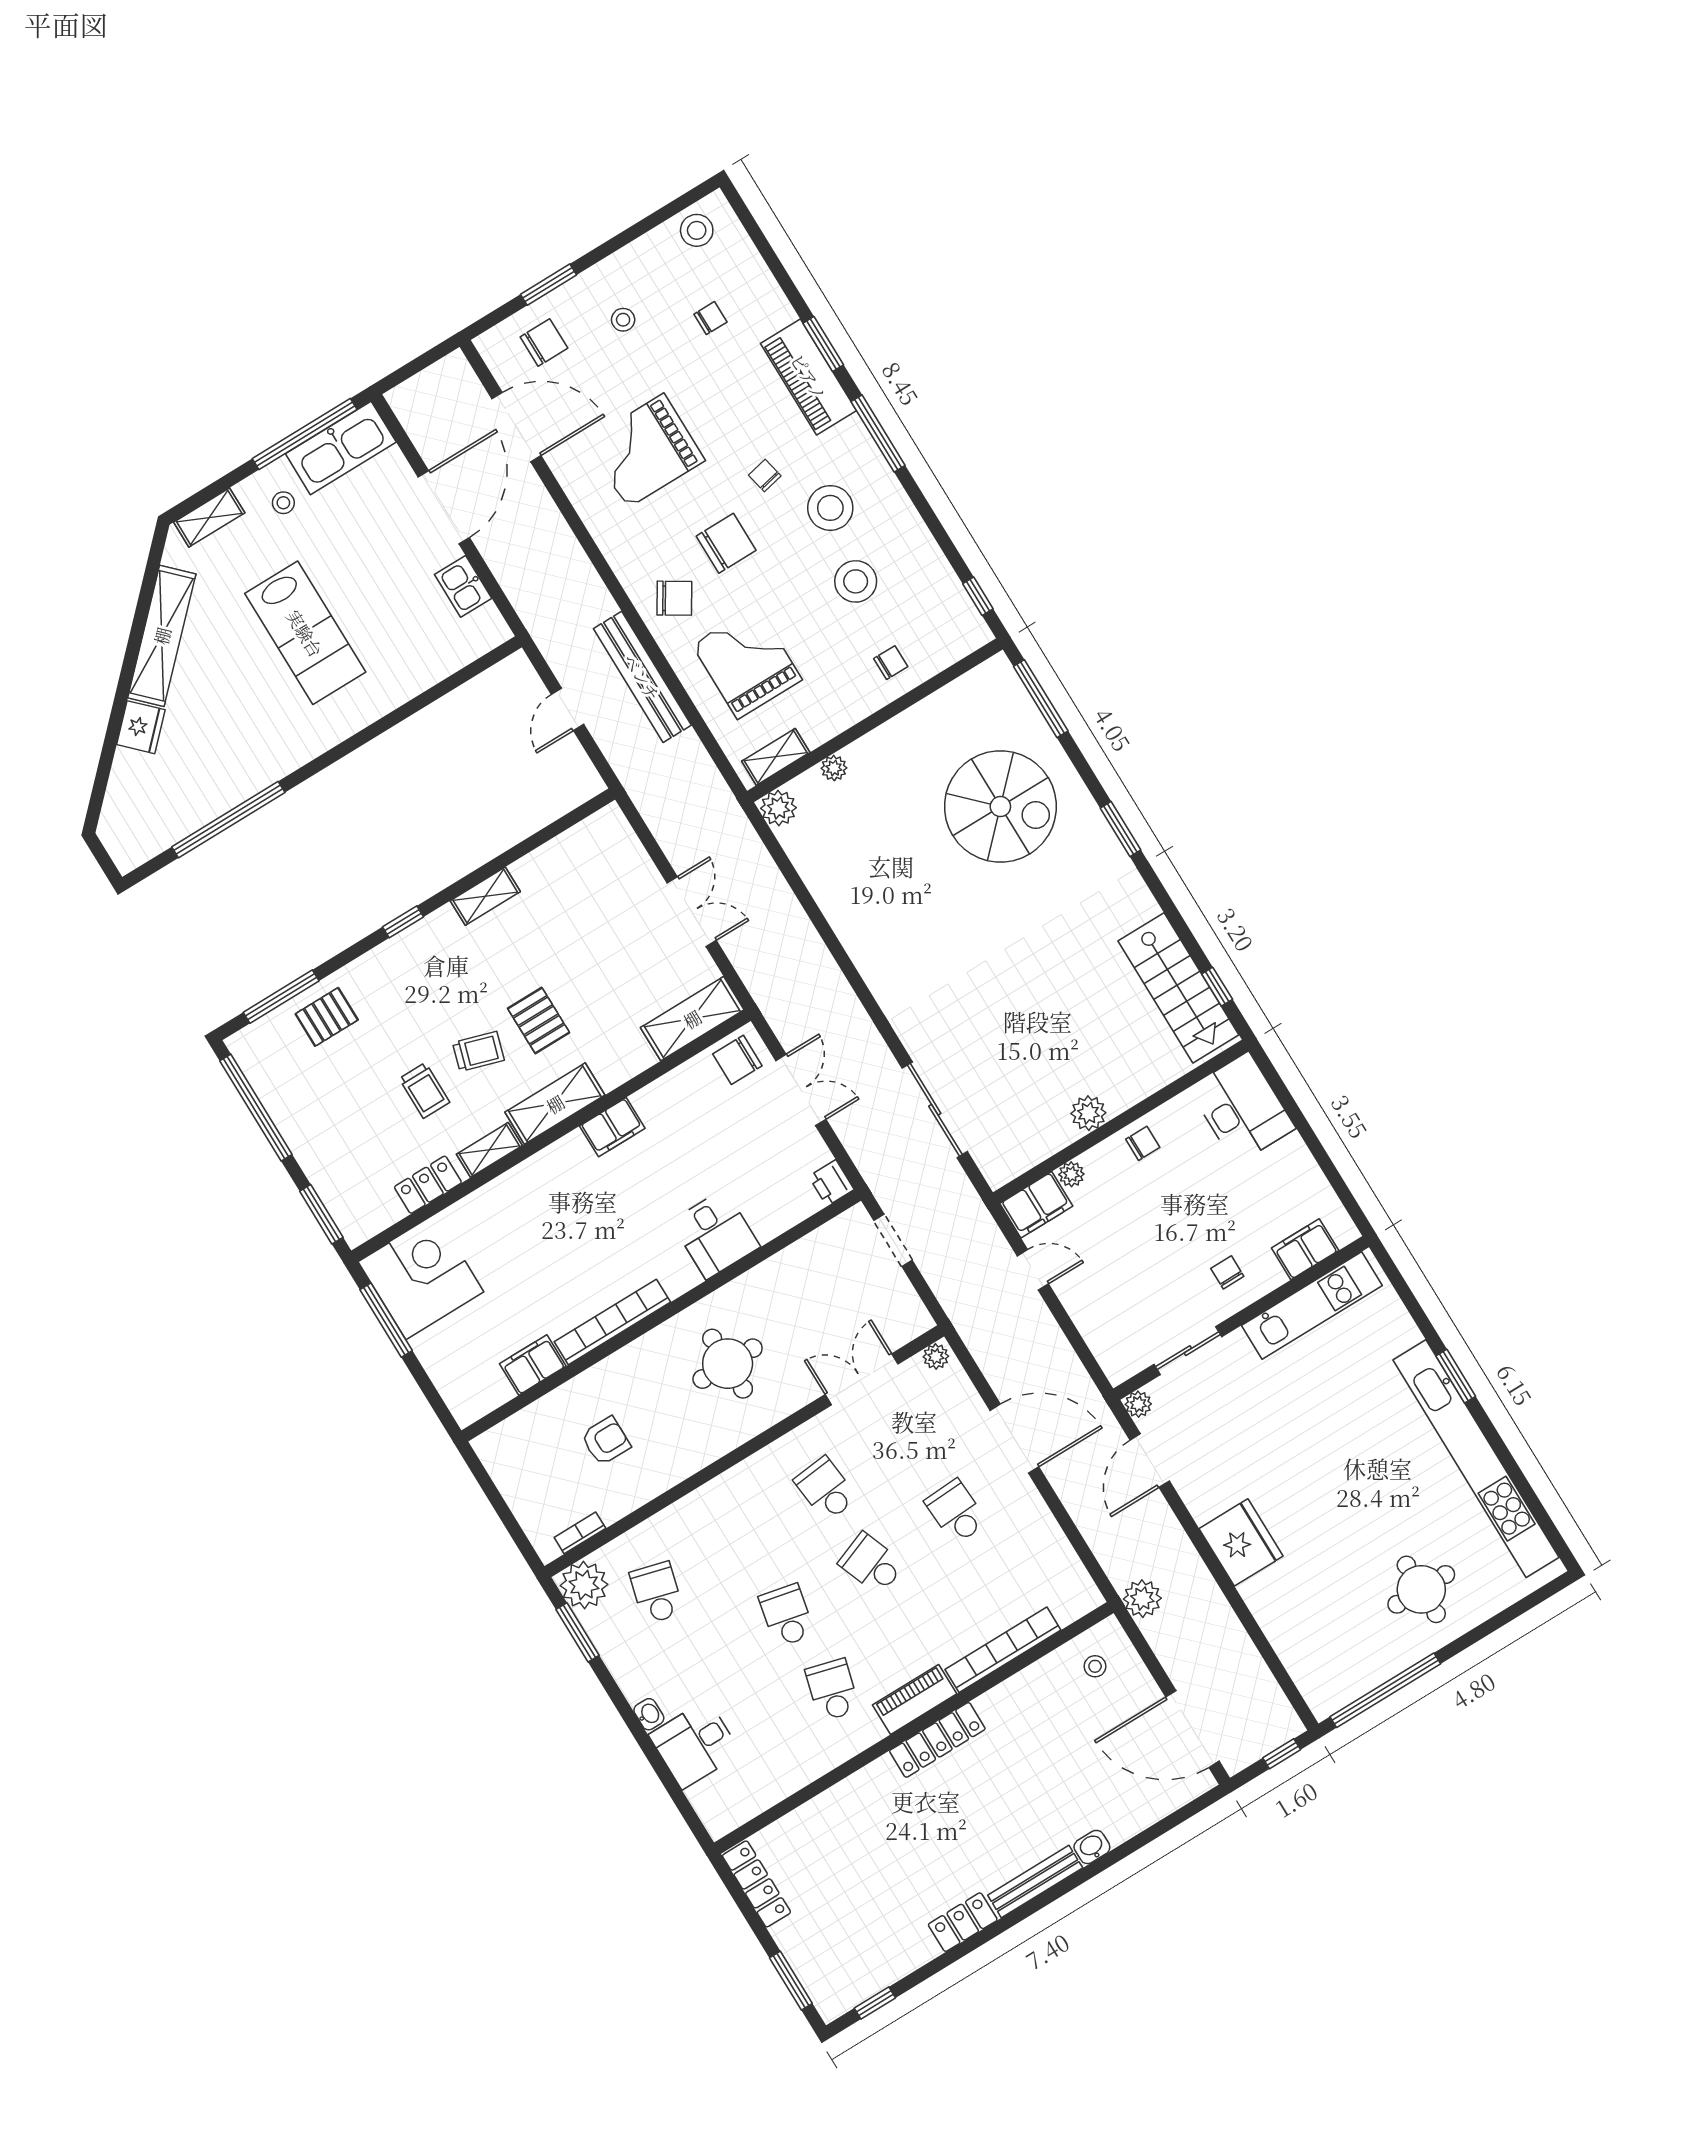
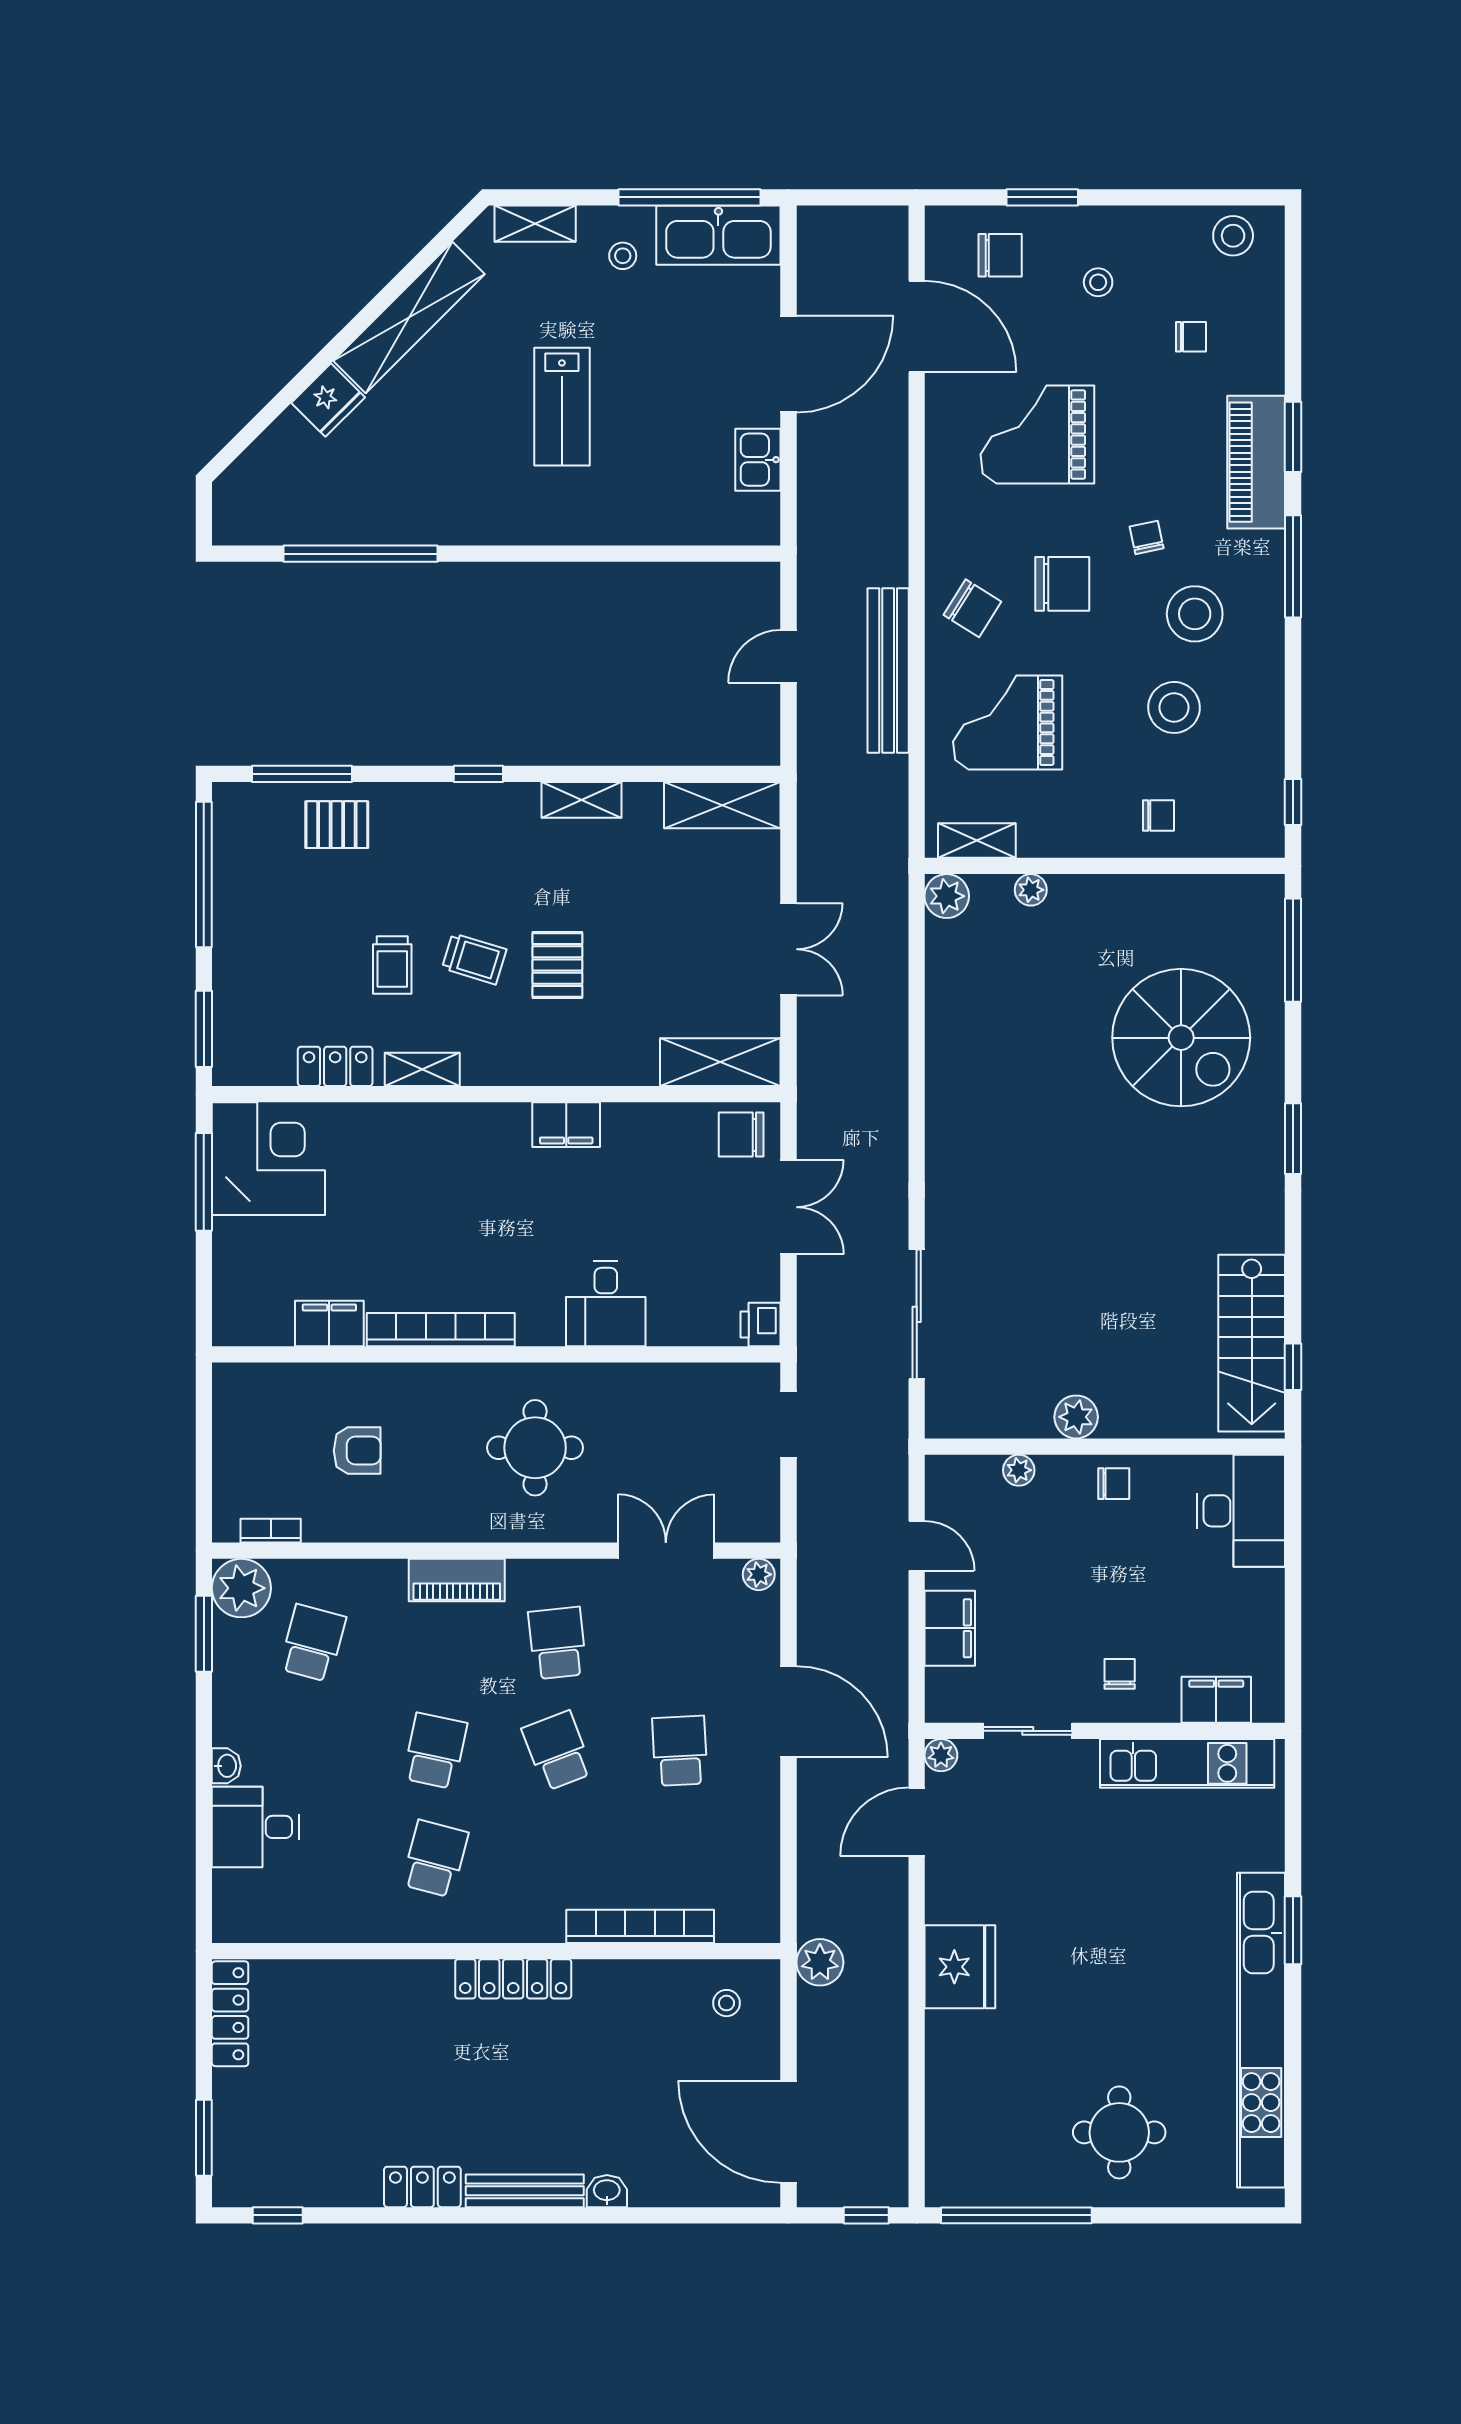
lab bench: (305, 633) -> (562, 407), width x0.73, depth x0.72
grand piano: (747, 662) -> (1008, 722), turned -90
shelving: (555, 1104) -> (722, 805), moved
filing cabinet: (1036, 1205) -> (950, 1628), moved, turned -90
piano: (915, 1699) -> (457, 1580), moved, turned 180

